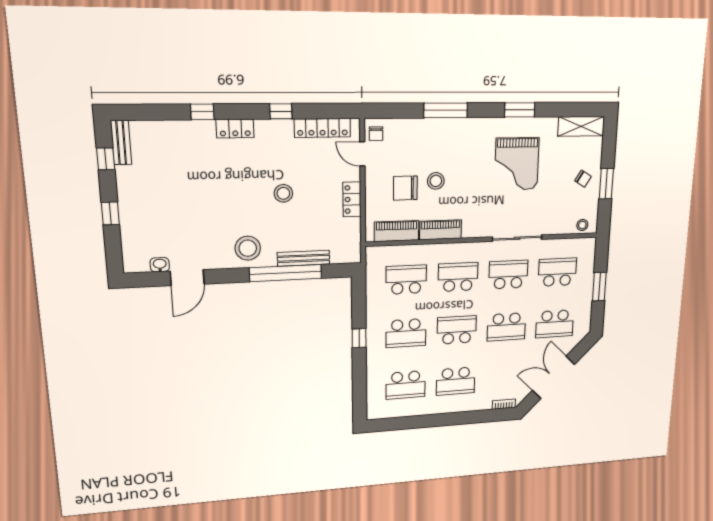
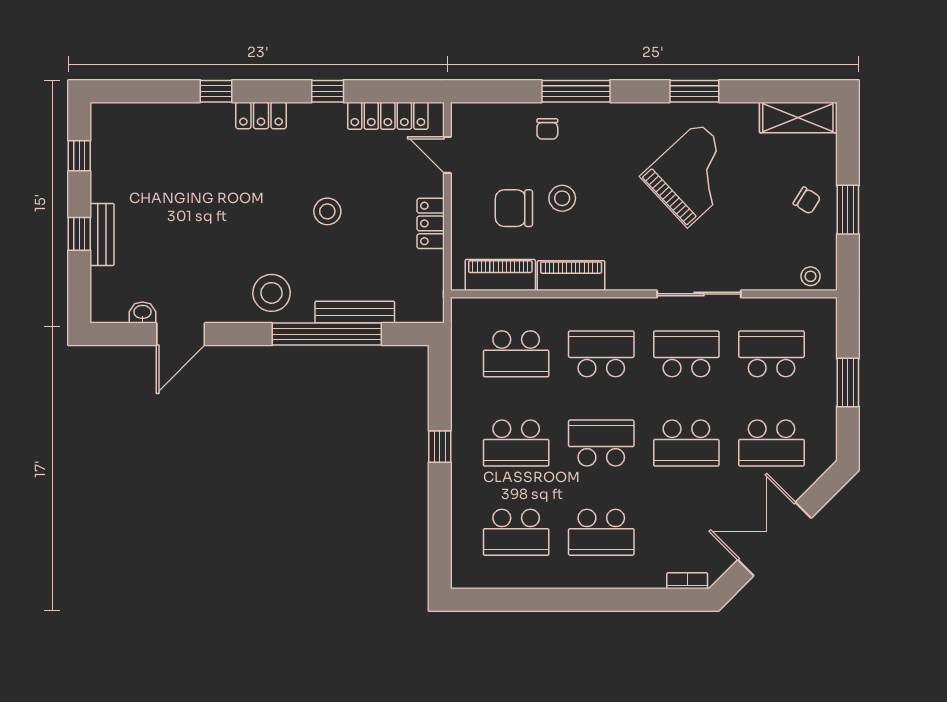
chair: (376, 134) -> (547, 129), moved
bench: (121, 143) -> (102, 234), moved
grand piano: (517, 164) -> (693, 175), turned -133
school desk: (406, 280) -> (516, 354), turned 180

